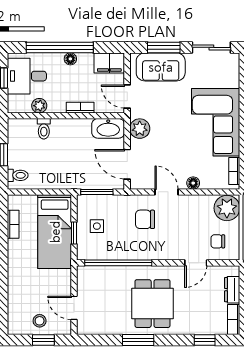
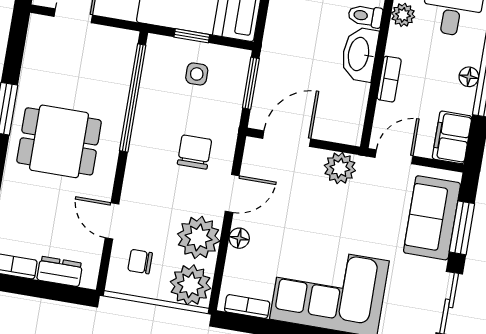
washbasin: (108, 128) -> (359, 54), moved
plant: (197, 208) -> (199, 237), added
chair: (218, 241) -> (140, 262), turned -90

